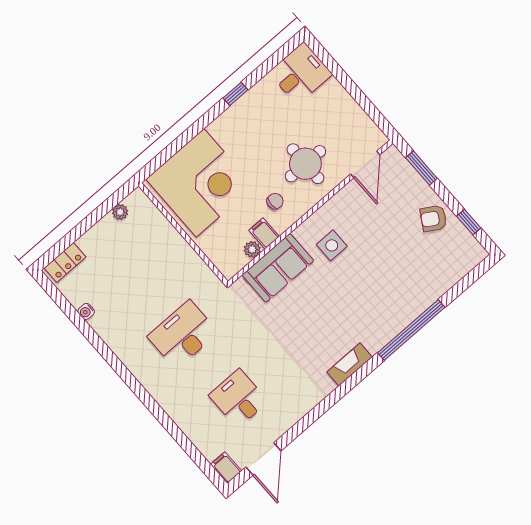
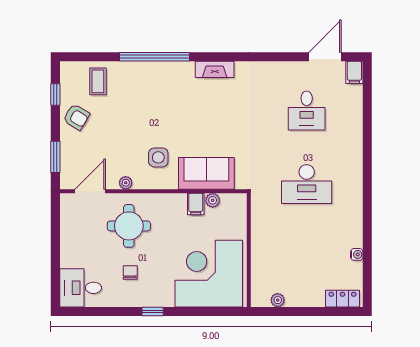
window: (236, 94) -> (153, 312), moved
plant: (341, 199) -> (126, 183), added
chair: (275, 201) -> (130, 273), moved, turned 90
coffee table: (442, 266) -> (98, 81), added

